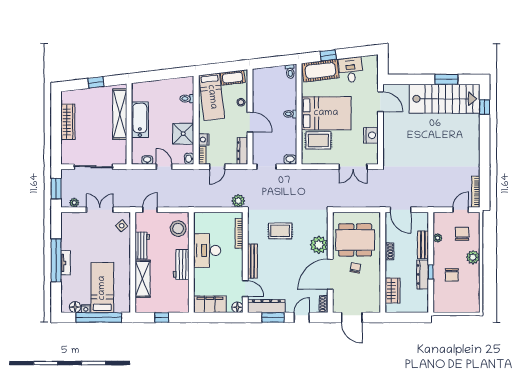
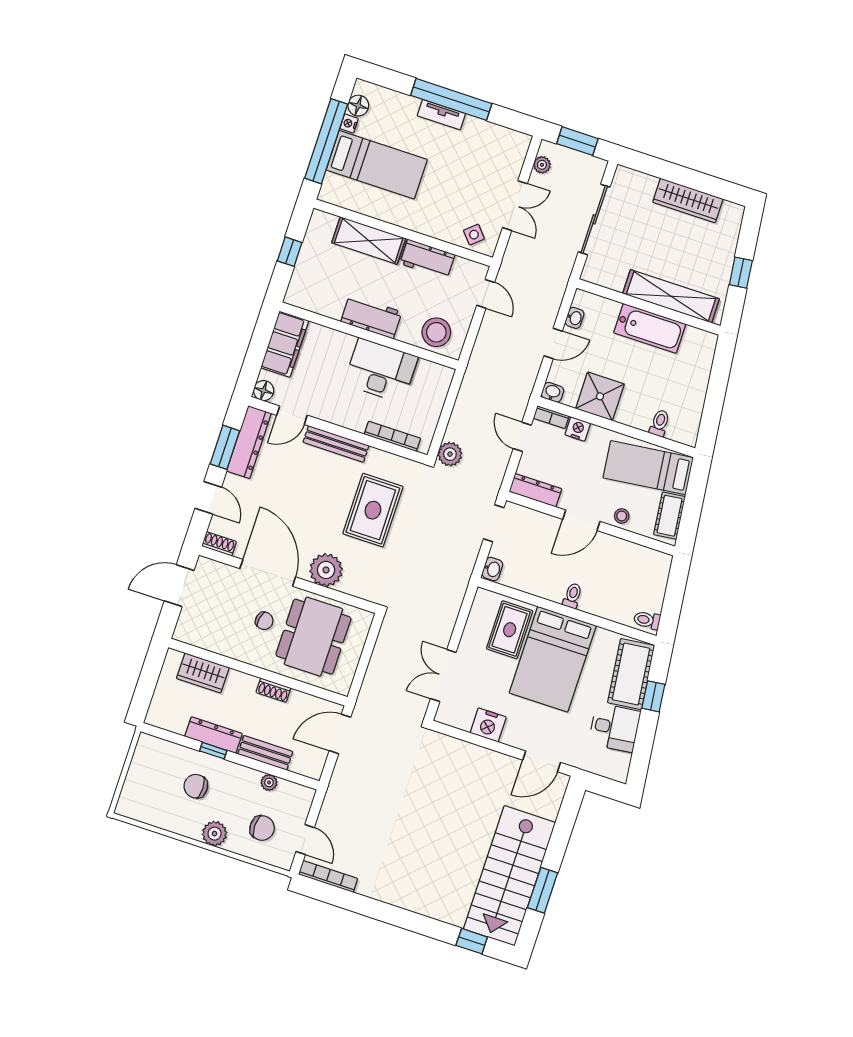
rug: (280, 231) -> (373, 510), width x1.36, depth x1.43

